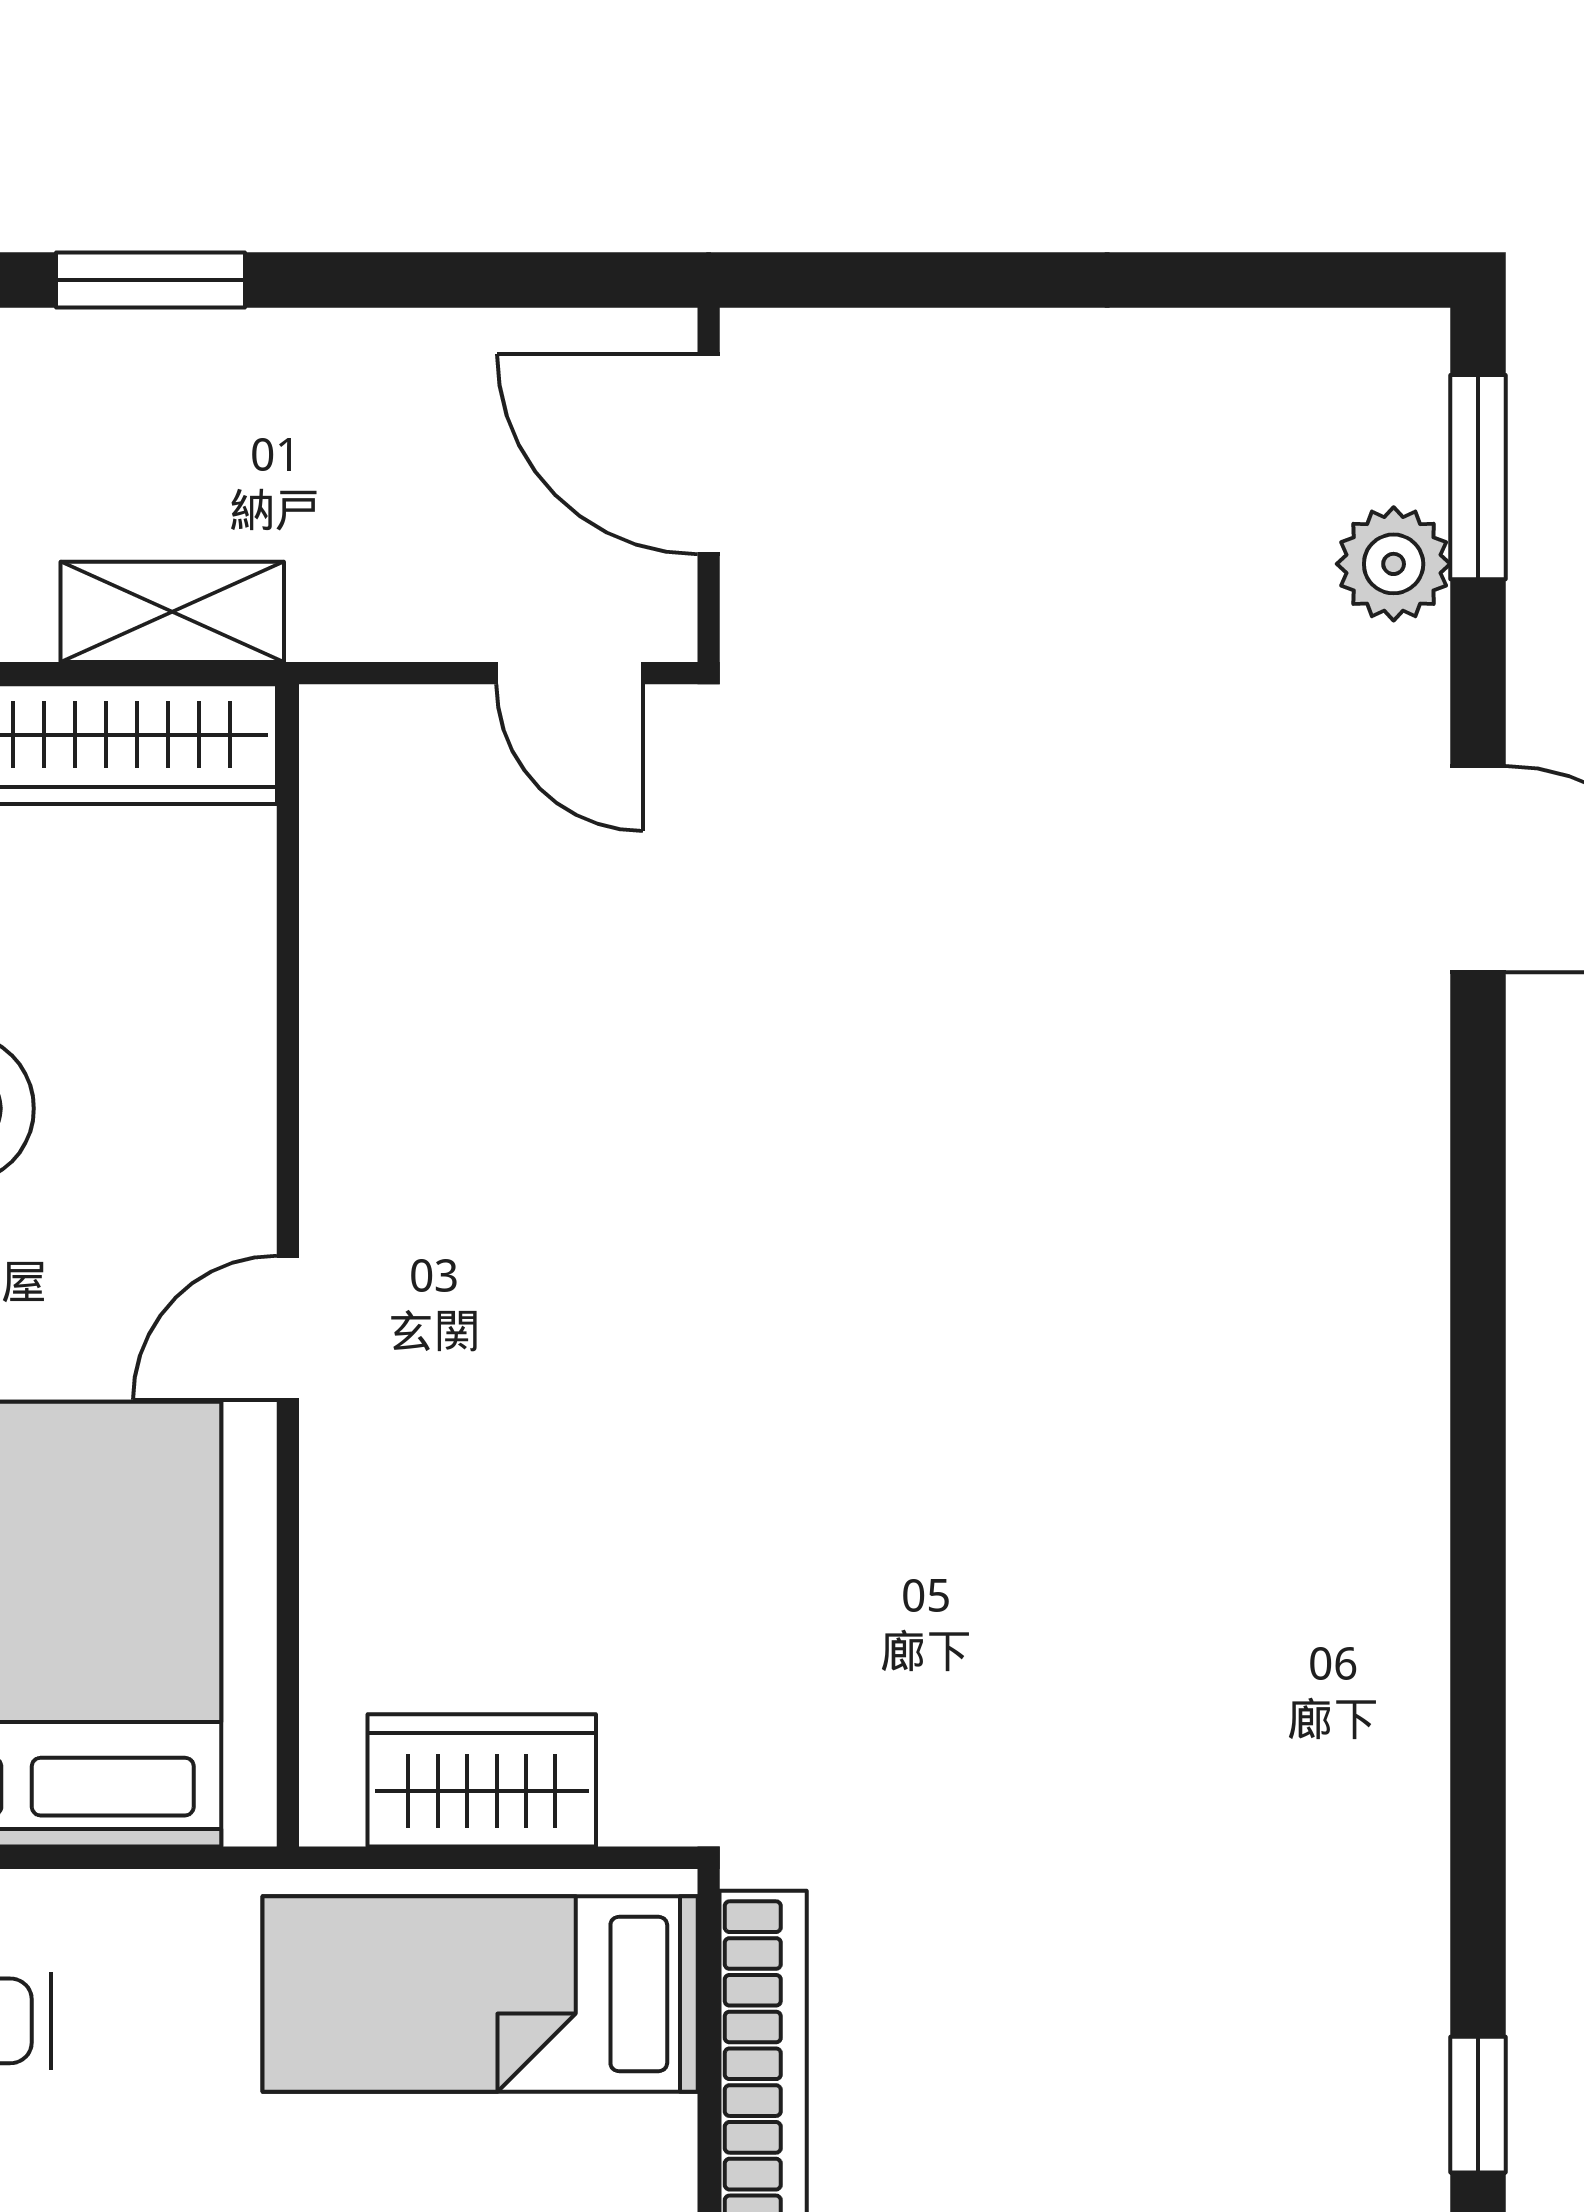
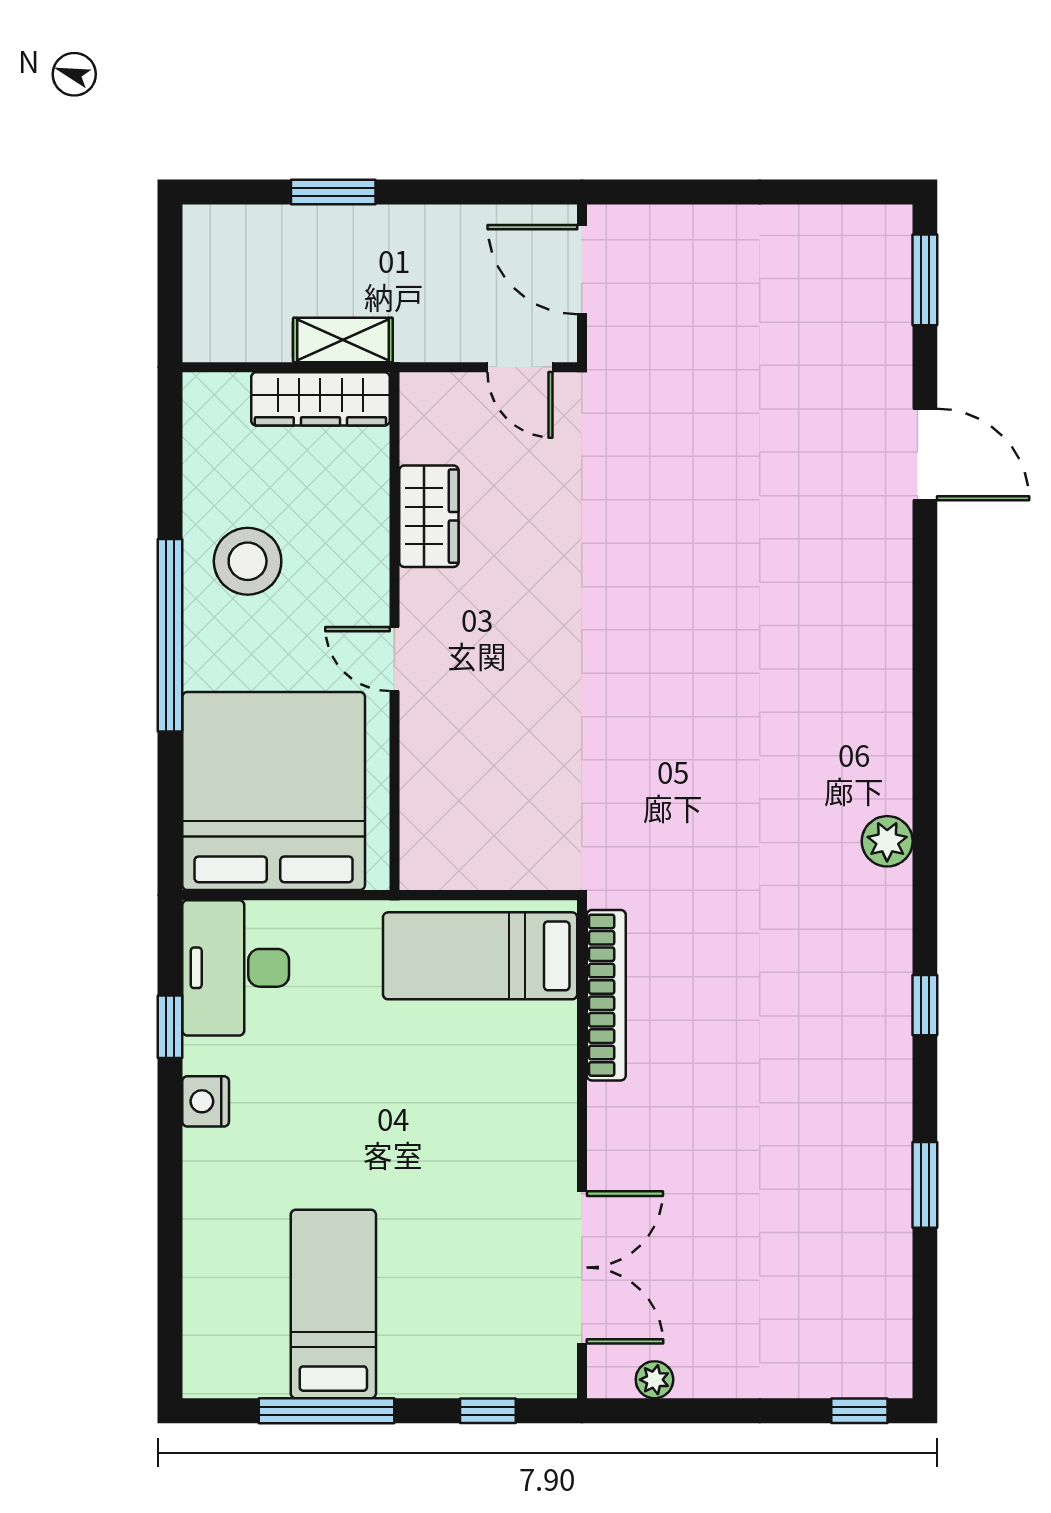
plant: (1394, 564) -> (887, 841), moved
door: (288, 1328) -> (394, 659), hinge flipped
wardrobe: (482, 1780) -> (429, 516), moved, turned 90

